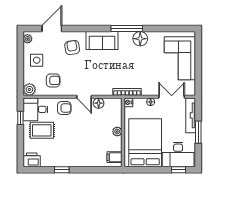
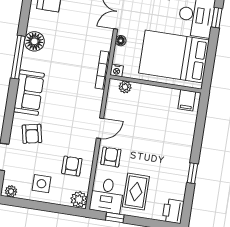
armchair: (72, 48) -> (32, 134), turned -93
floor lamp: (99, 103) -> (112, 110), removed
plant: (117, 132) -> (125, 87), moved

